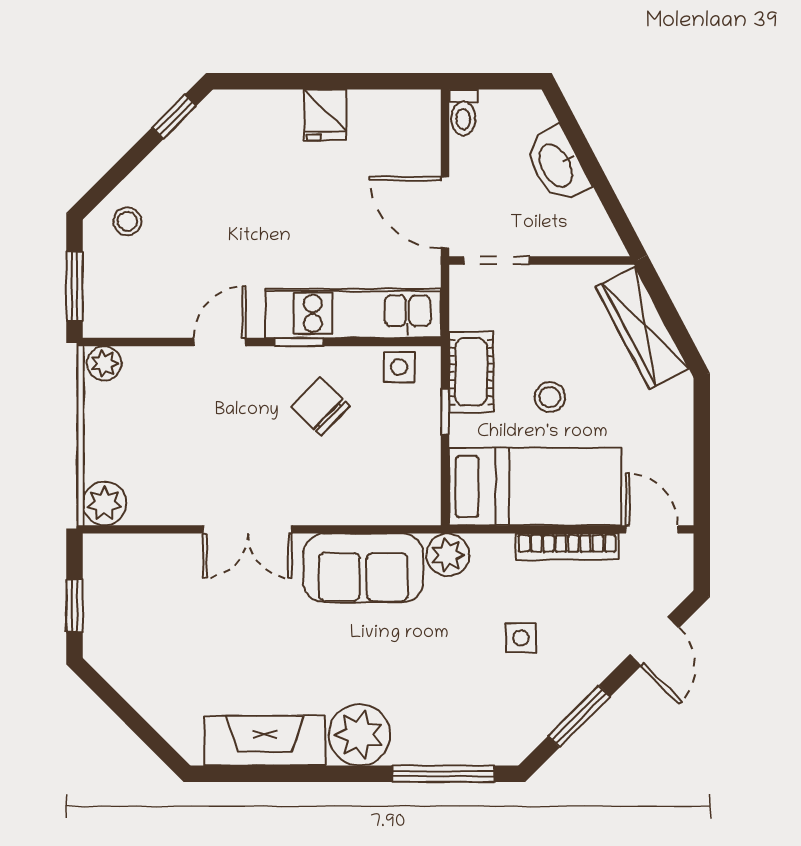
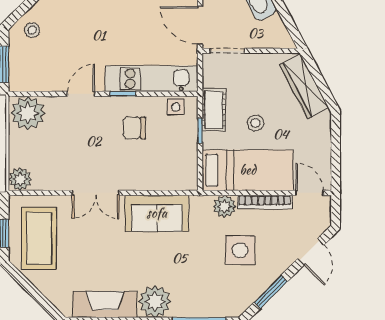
plant: (104, 363) -> (28, 113), width x1.88, depth x1.88
chair: (320, 407) -> (134, 128), turned -44
plant: (448, 555) -> (224, 206), moved
coffee table: (140, 615) -> (39, 238), added
side table: (521, 638) -> (240, 250), width x1.87, depth x1.87

